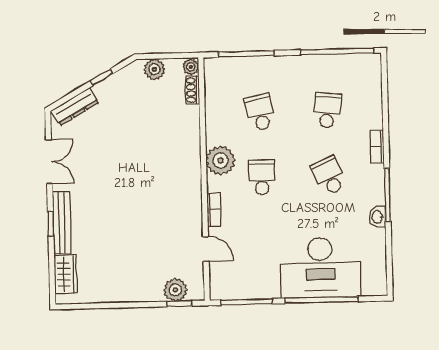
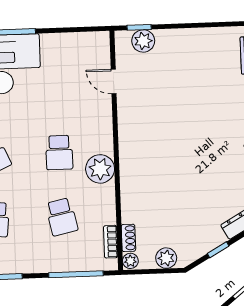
bookcase: (214, 210) -> (111, 242), moved
window: (246, 302) -> (73, 30), removed

